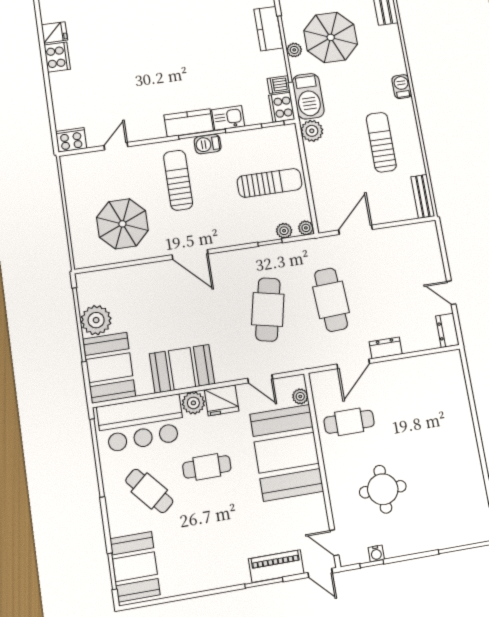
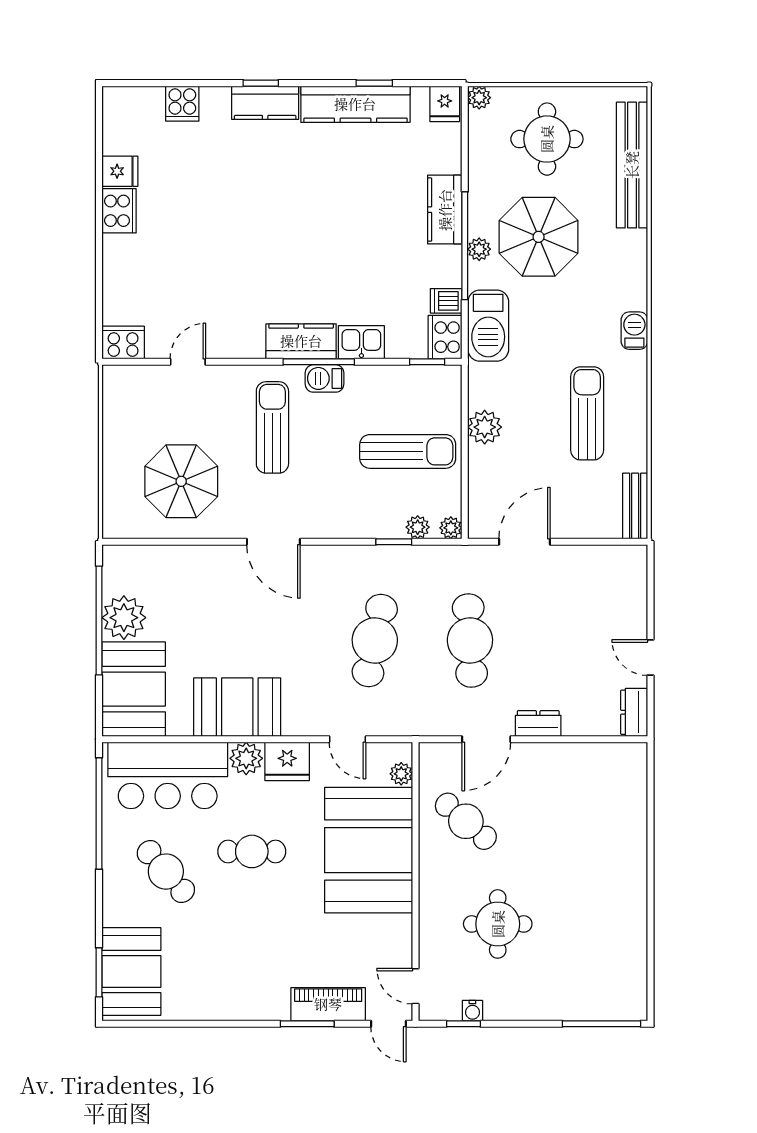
plant: (312, 131) -> (485, 427), moved
cafe table: (349, 422) -> (466, 821), turned 41

